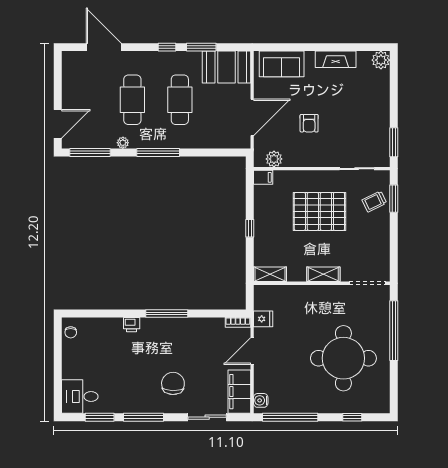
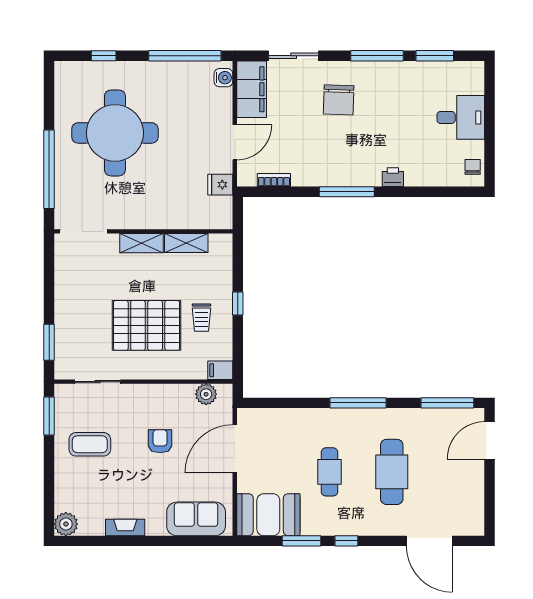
fireplace: (336, 59) -> (125, 528), width x0.73, depth x0.76
cafe table: (180, 100) -> (329, 472), width x0.73, depth x0.74
coffee table: (363, 121) -> (90, 444), added
plant: (123, 143) -> (404, 416), removed
trolley: (374, 201) -> (202, 318), moved, turned 116
shelving: (270, 274) -> (186, 243), moved
bookcase: (238, 322) -> (274, 180), moved
desk: (80, 396) -> (461, 117), moved

